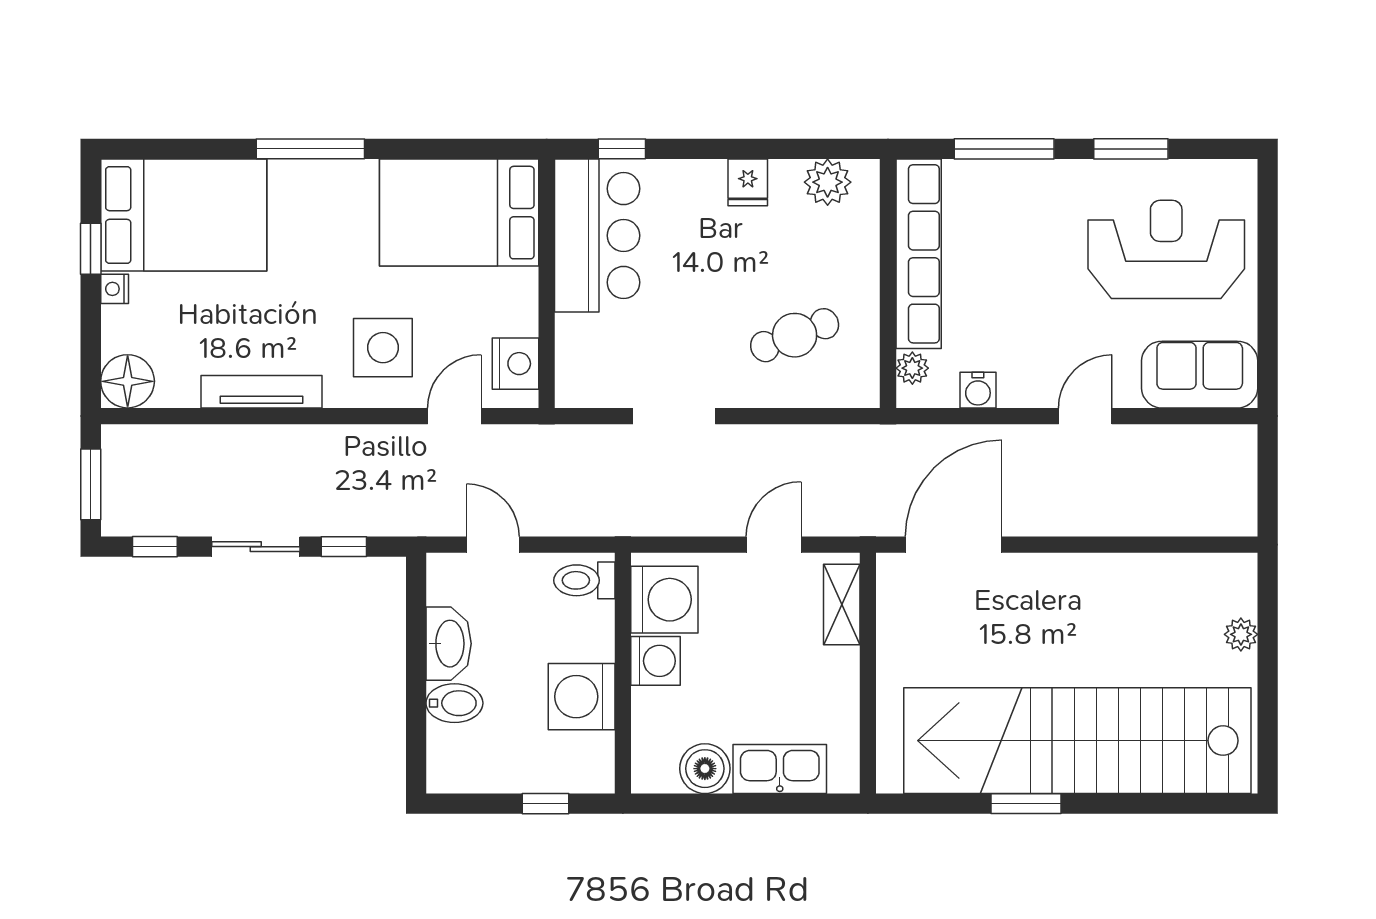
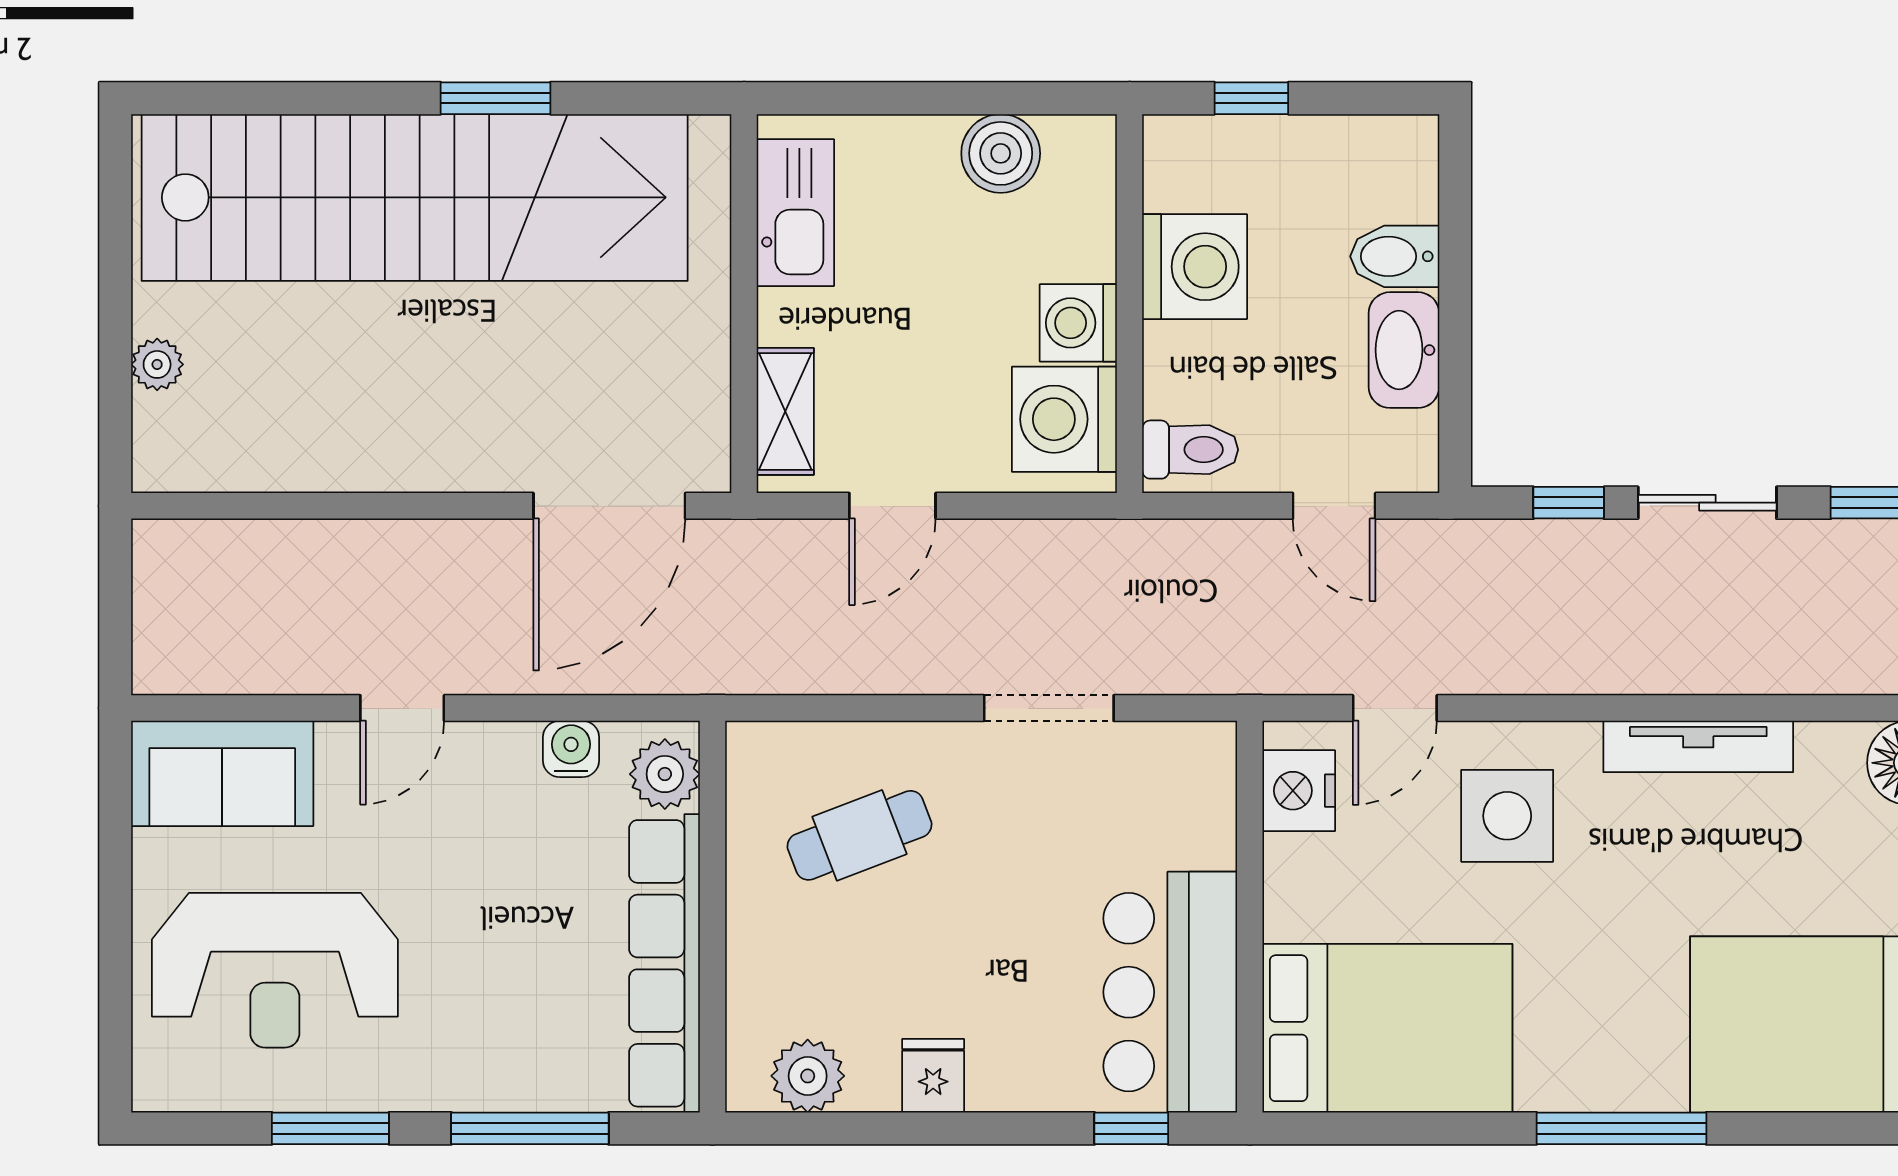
plant: (912, 368) -> (665, 774), width x1.38, depth x1.38
kitchen sink: (780, 769) -> (795, 213), moved, turned -90

